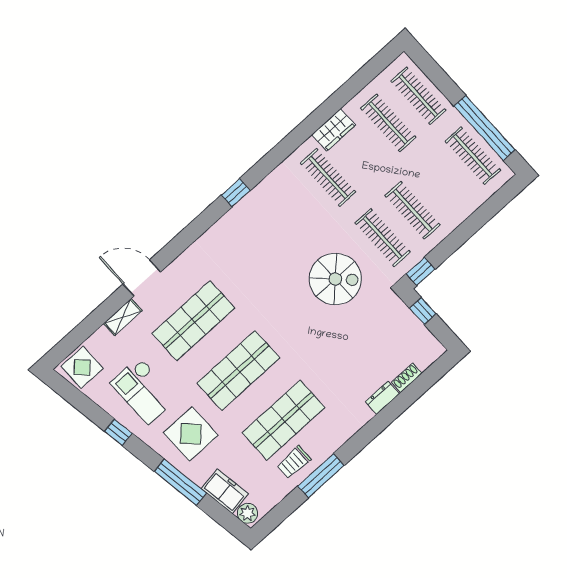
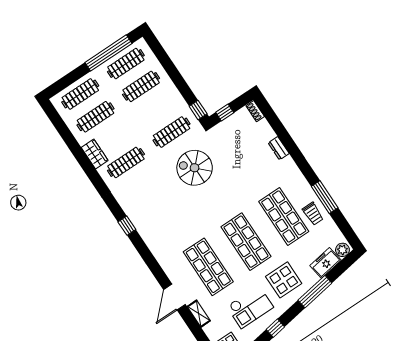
clothes rail: (413, 210) -> (141, 86), moved
spiral stairs: (335, 279) -> (195, 168), turned -90
shoe rack: (407, 378) -> (255, 111), moved

